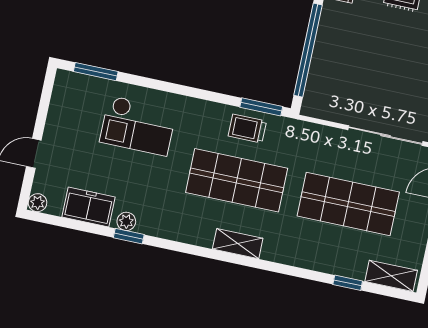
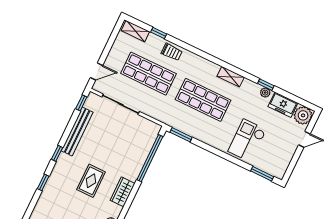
checkout: (138, 126) -> (247, 140), turned -90
trolley: (247, 129) -> (172, 52), moved
plant: (38, 203) -> (303, 115), width x1.88, depth x1.88
shelving: (238, 244) -> (231, 77), moved

